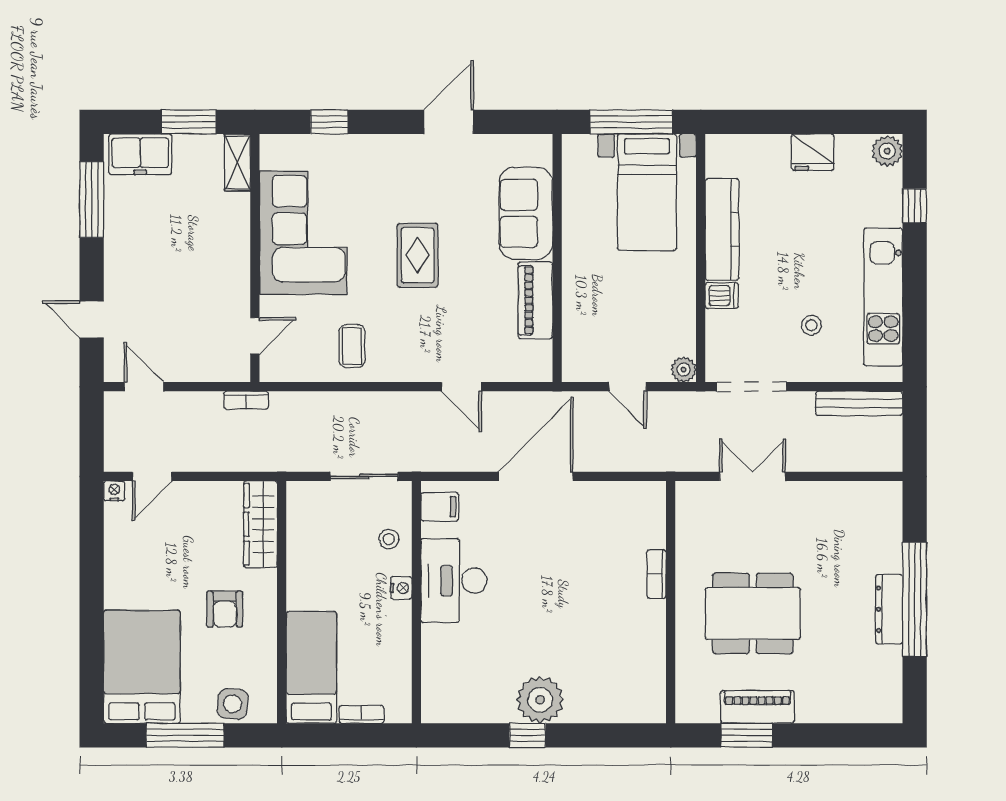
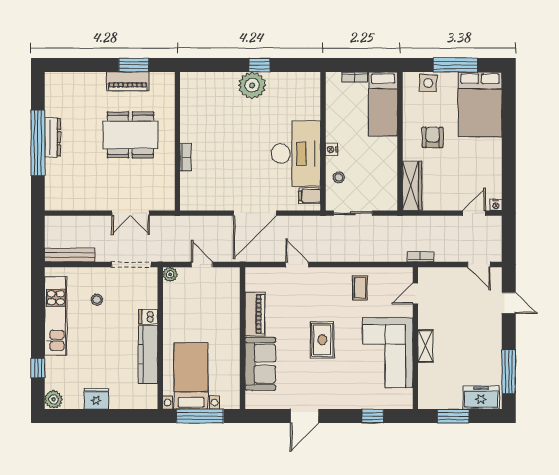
shelving: (237, 163) -> (425, 346), moved
desk: (454, 581) -> (296, 154), width x1.36, depth x1.30

